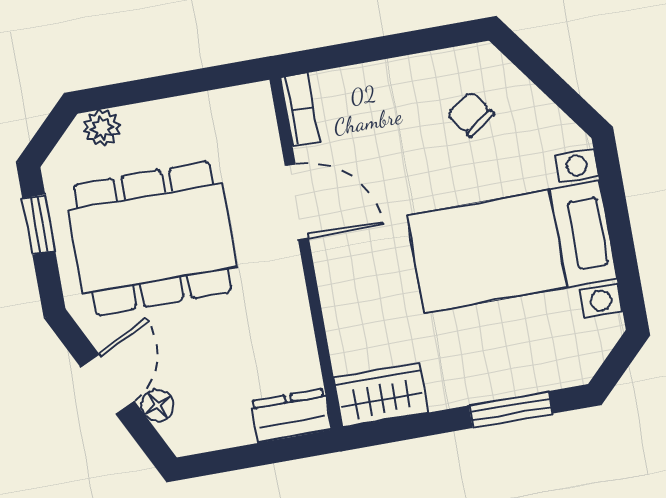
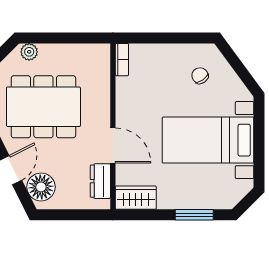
door: (297, 202) -> (113, 146), moved
floor lamp: (158, 406) -> (41, 187), width x1.89, depth x1.89
dresser: (291, 416) -> (100, 181), moved, turned -90

